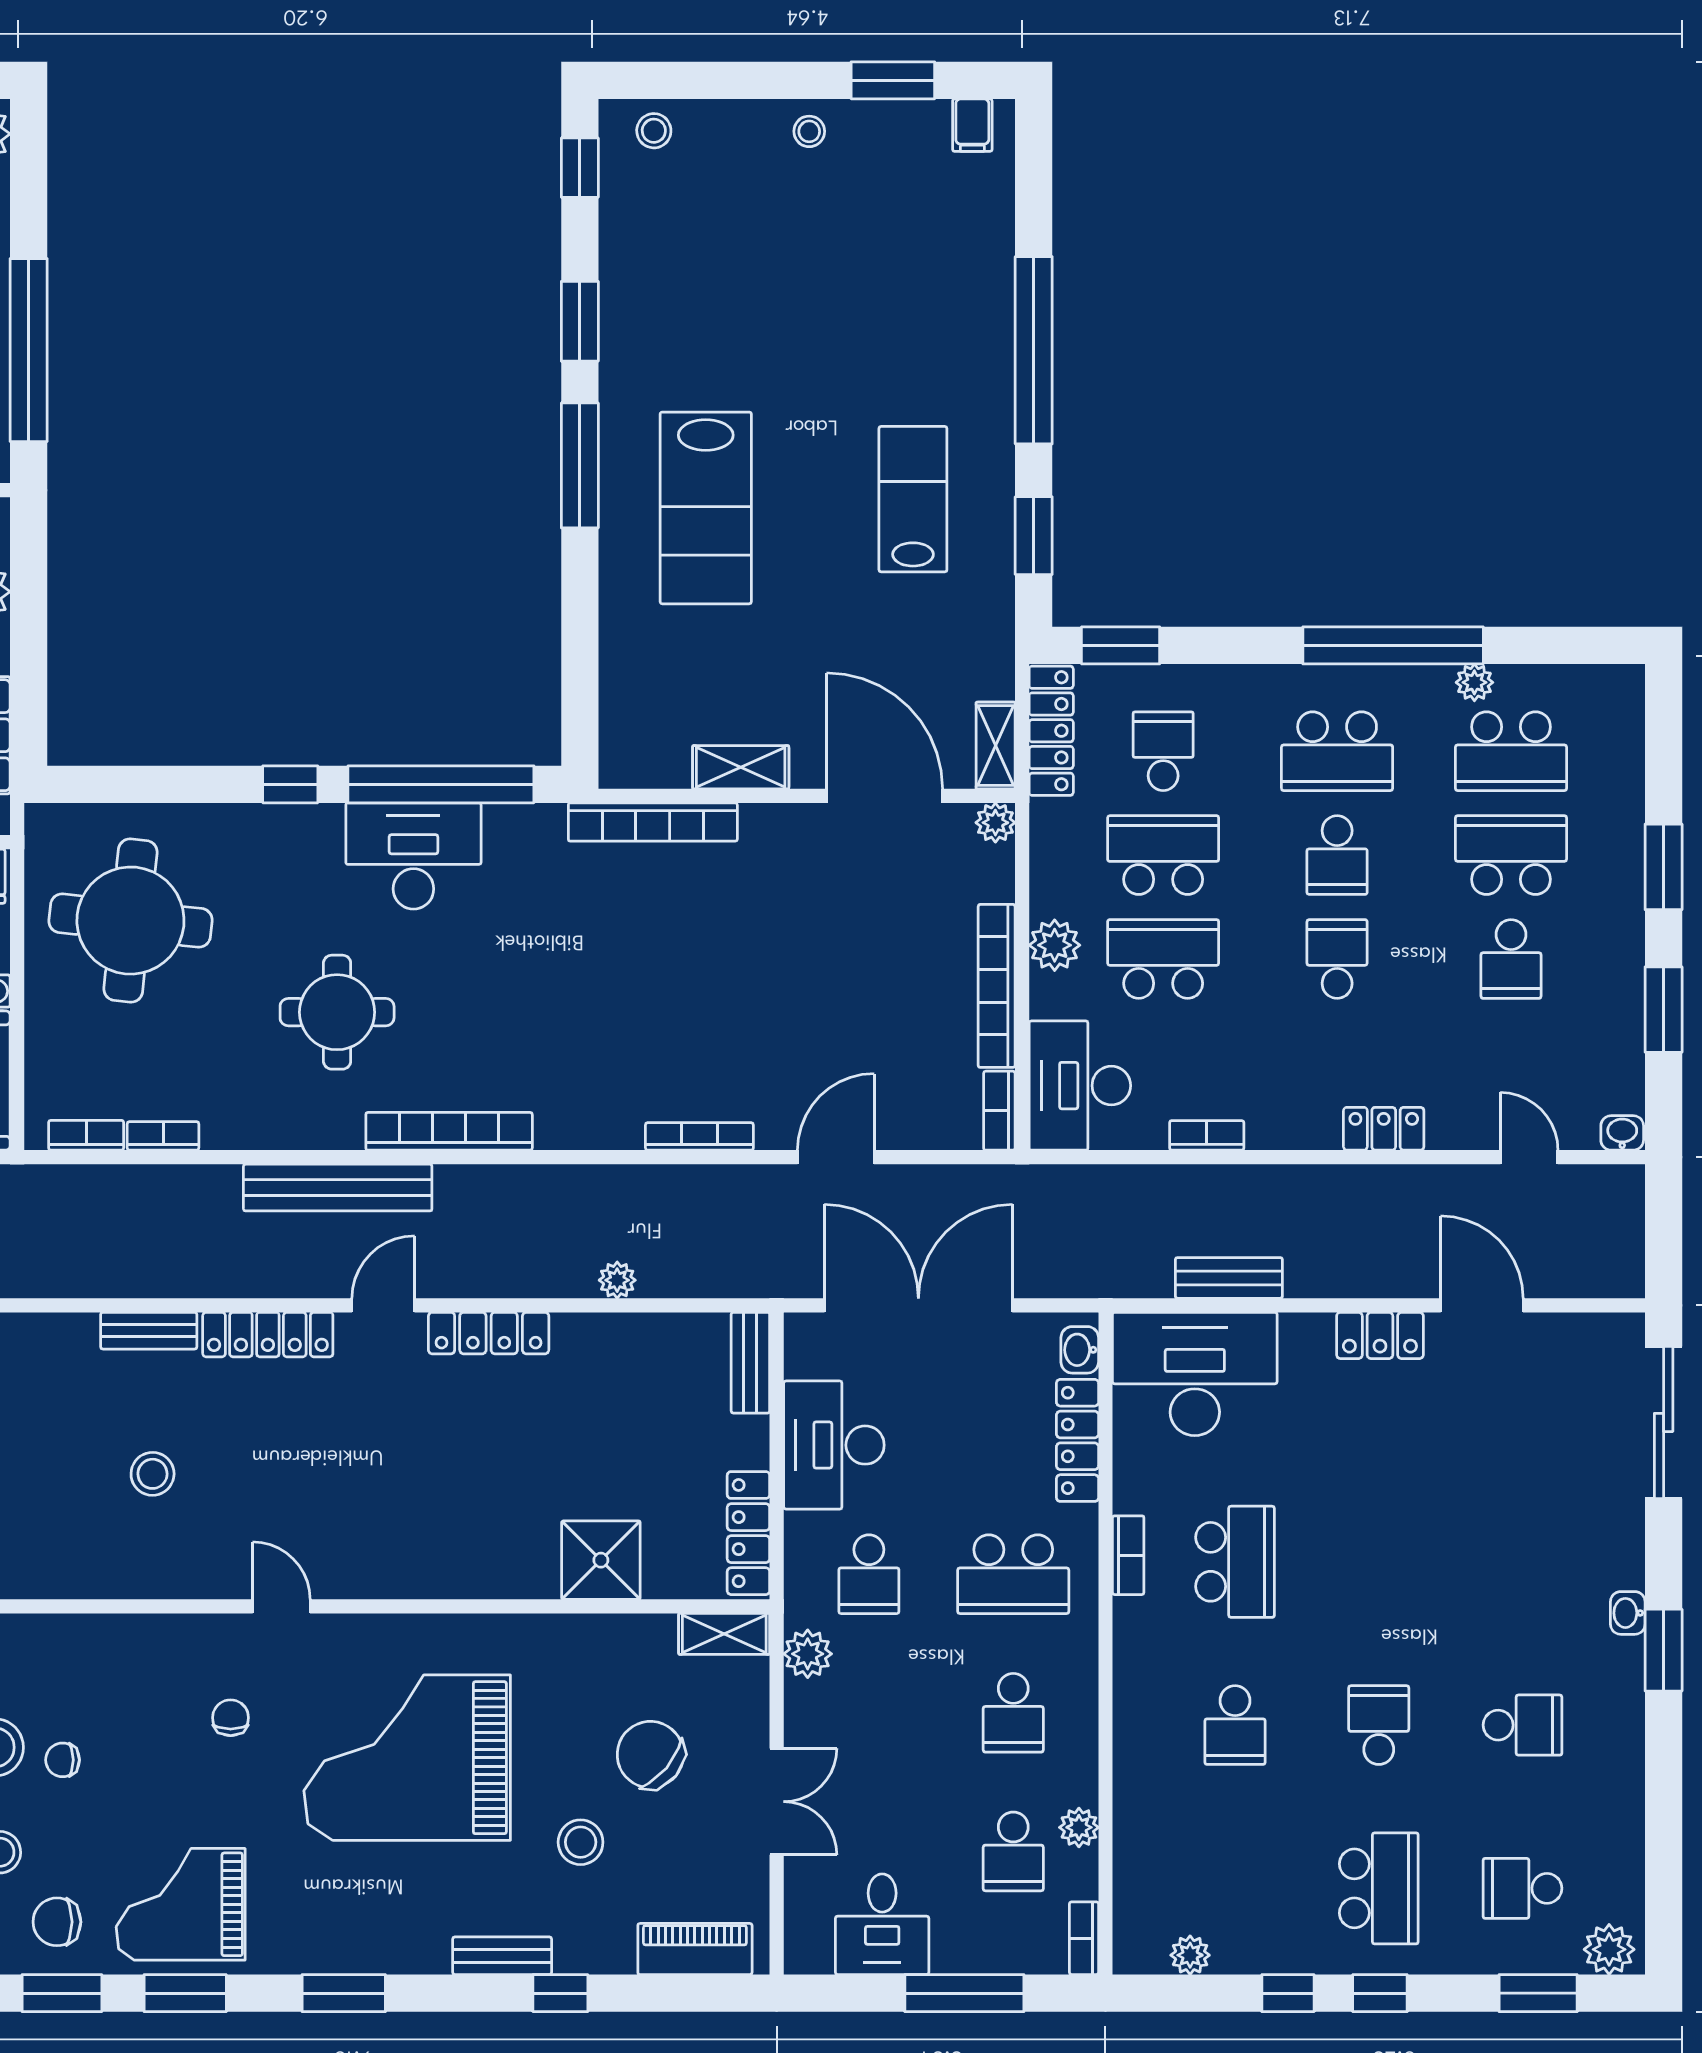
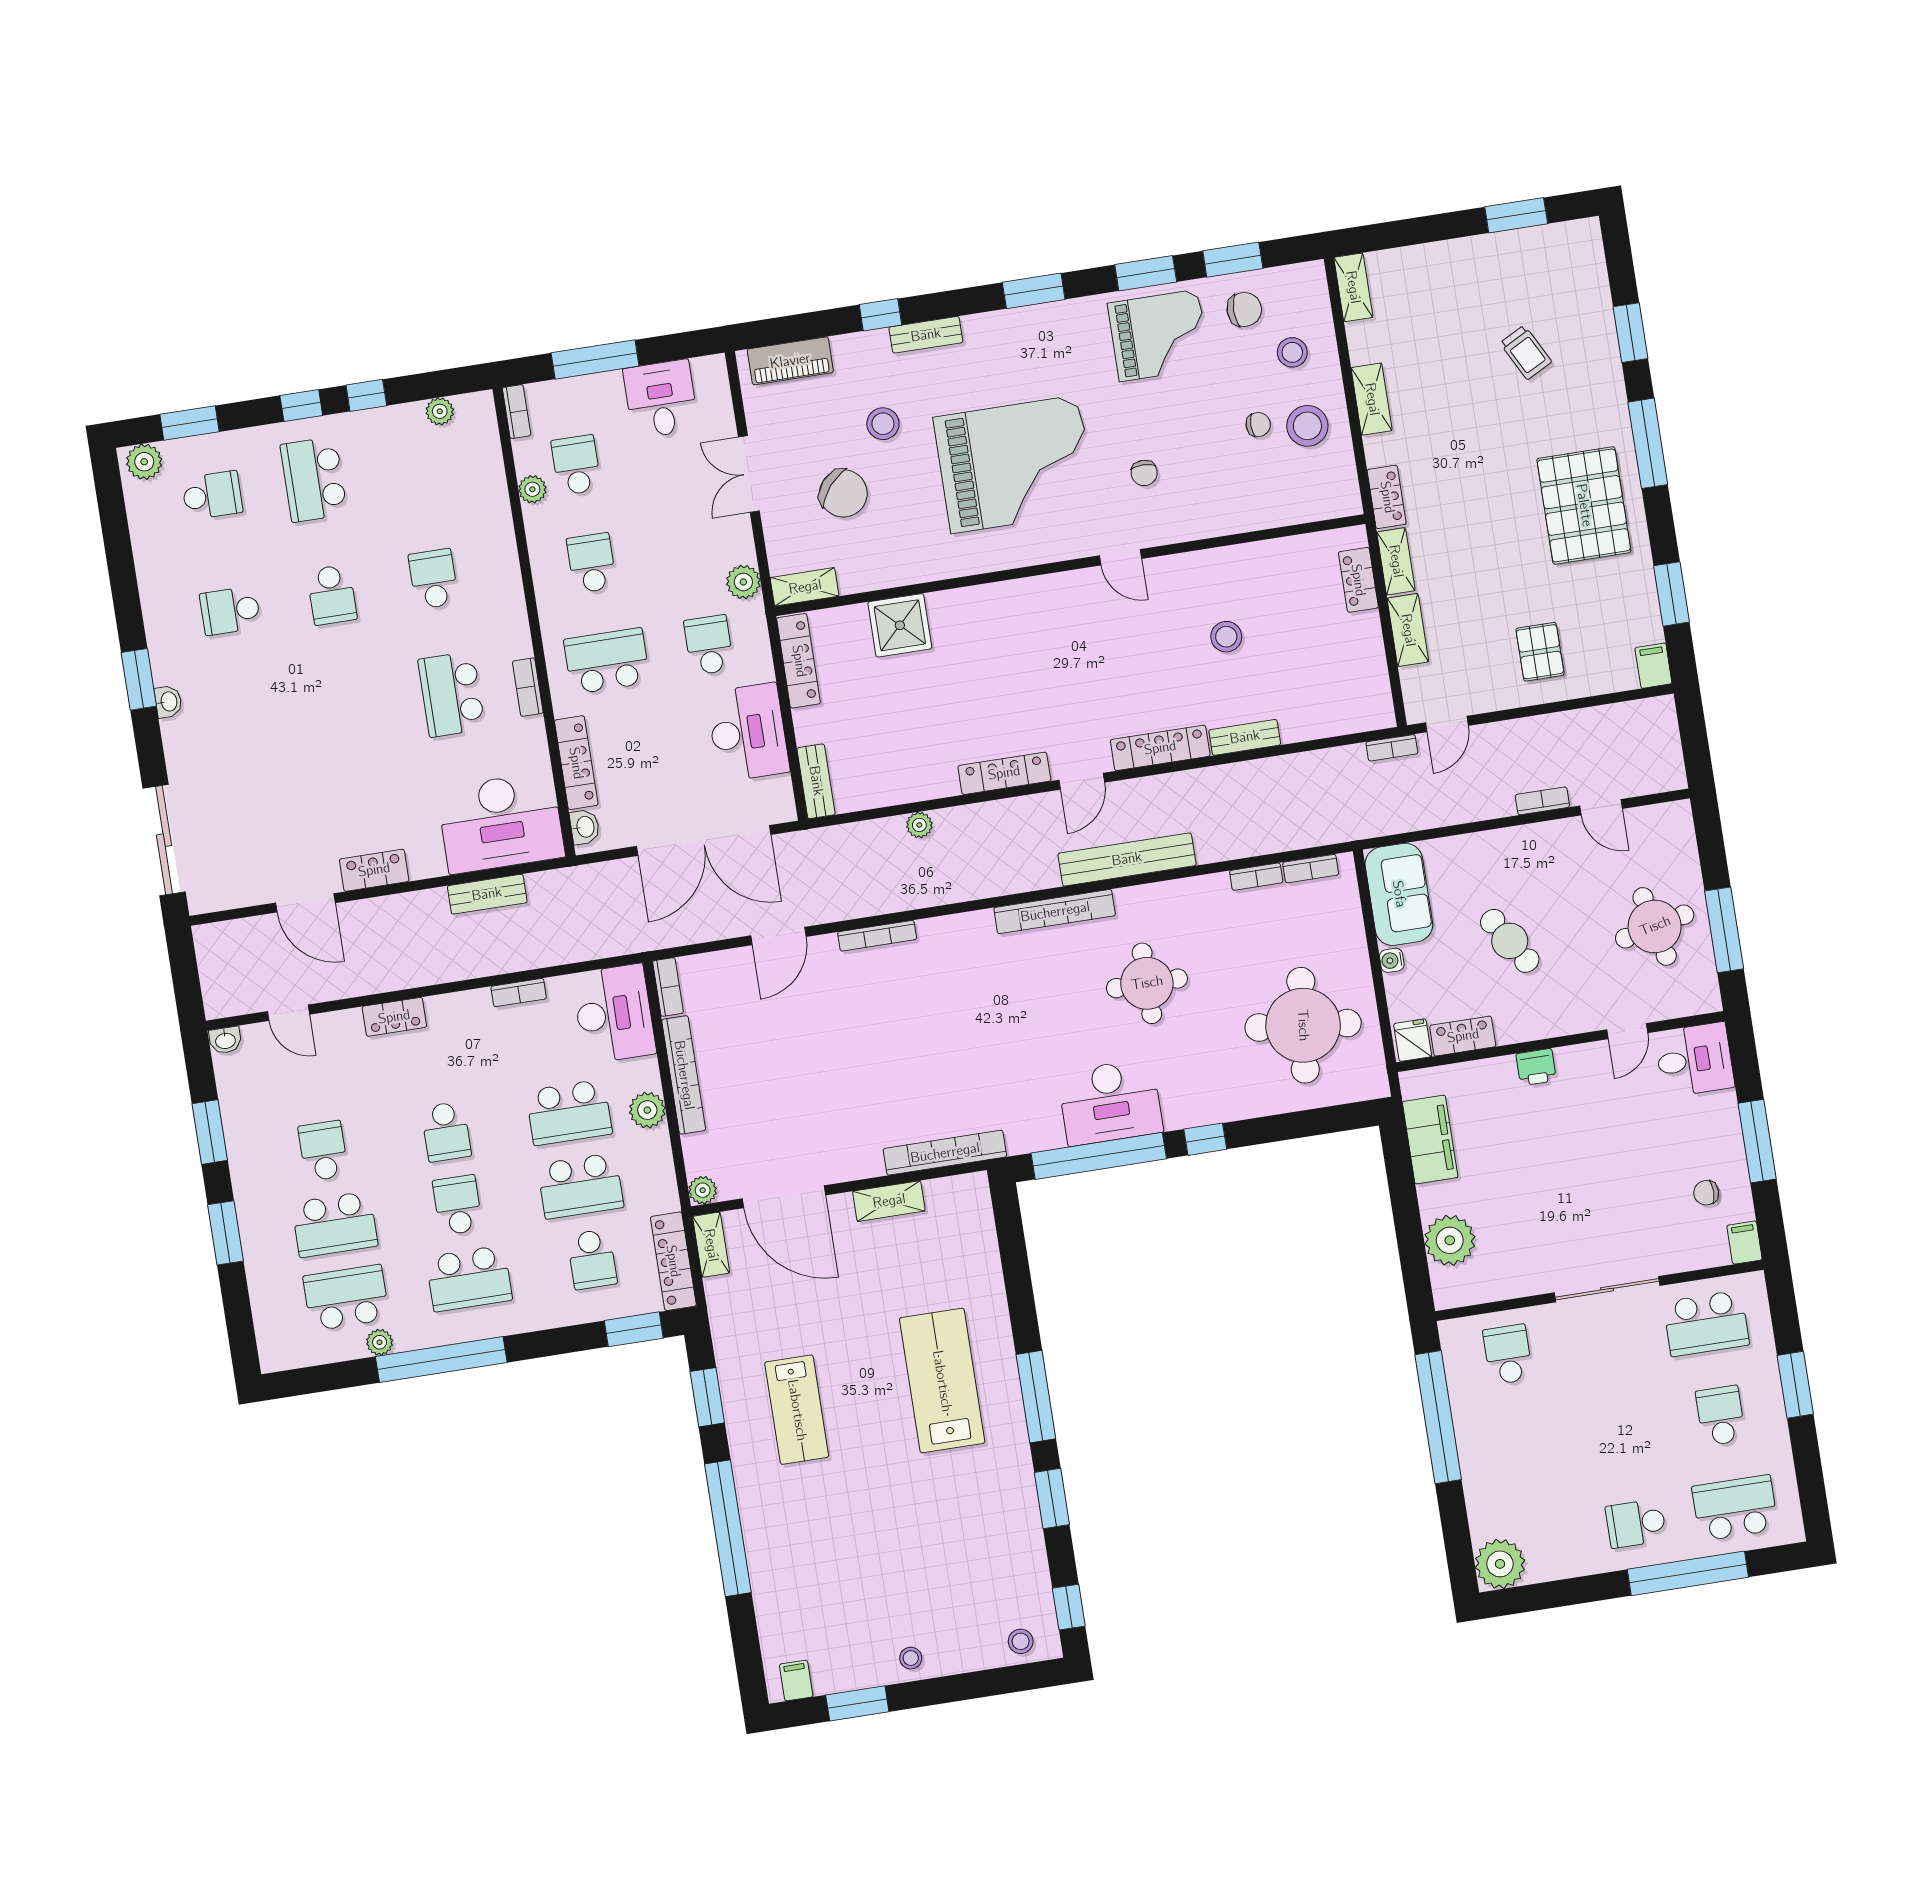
school desk: (1337, 751) -> (469, 1278), turned 180

